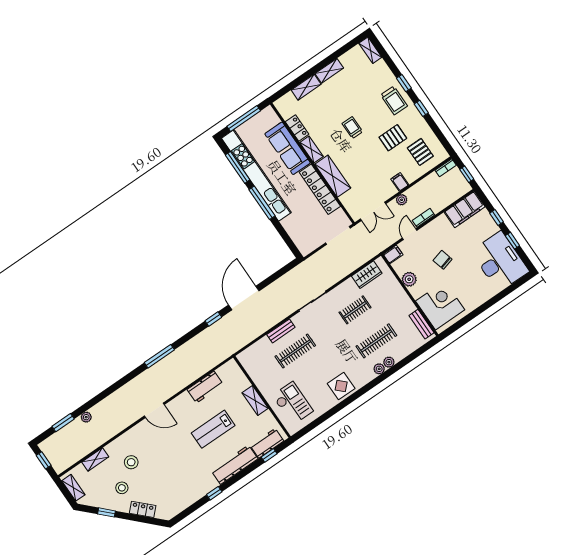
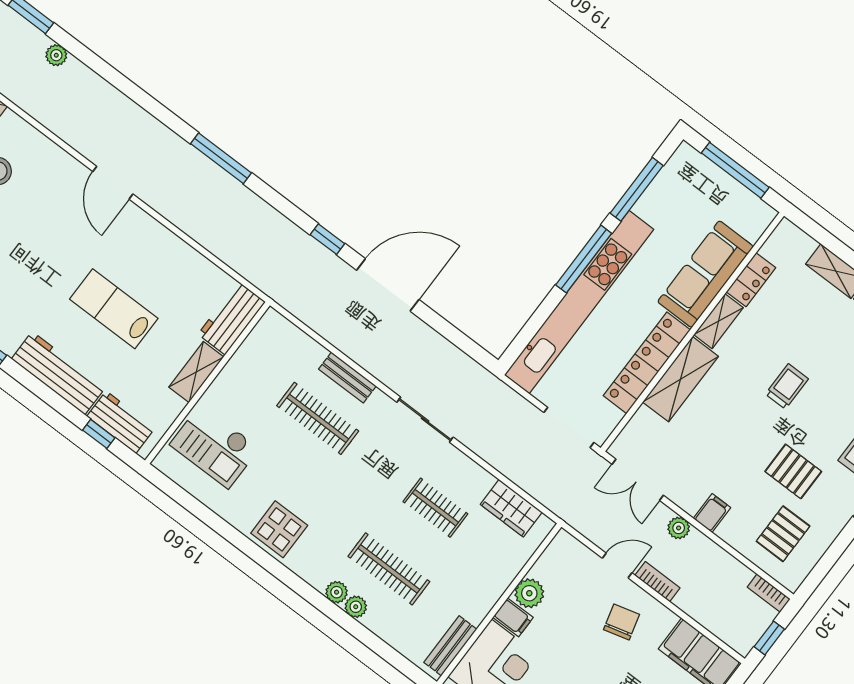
kitchen unit: (256, 175) -> (579, 302), moved
filing cabinet: (393, 254) -> (513, 617), moved
chair: (443, 260) -> (622, 622), moved
workbench: (205, 387) -> (232, 318), moved, turned 90
checkout: (293, 403) -> (215, 446), turned 90

